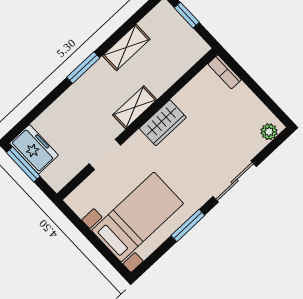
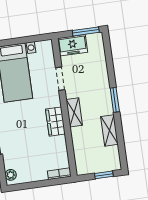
freezer: (34, 149) -> (73, 45), moved

